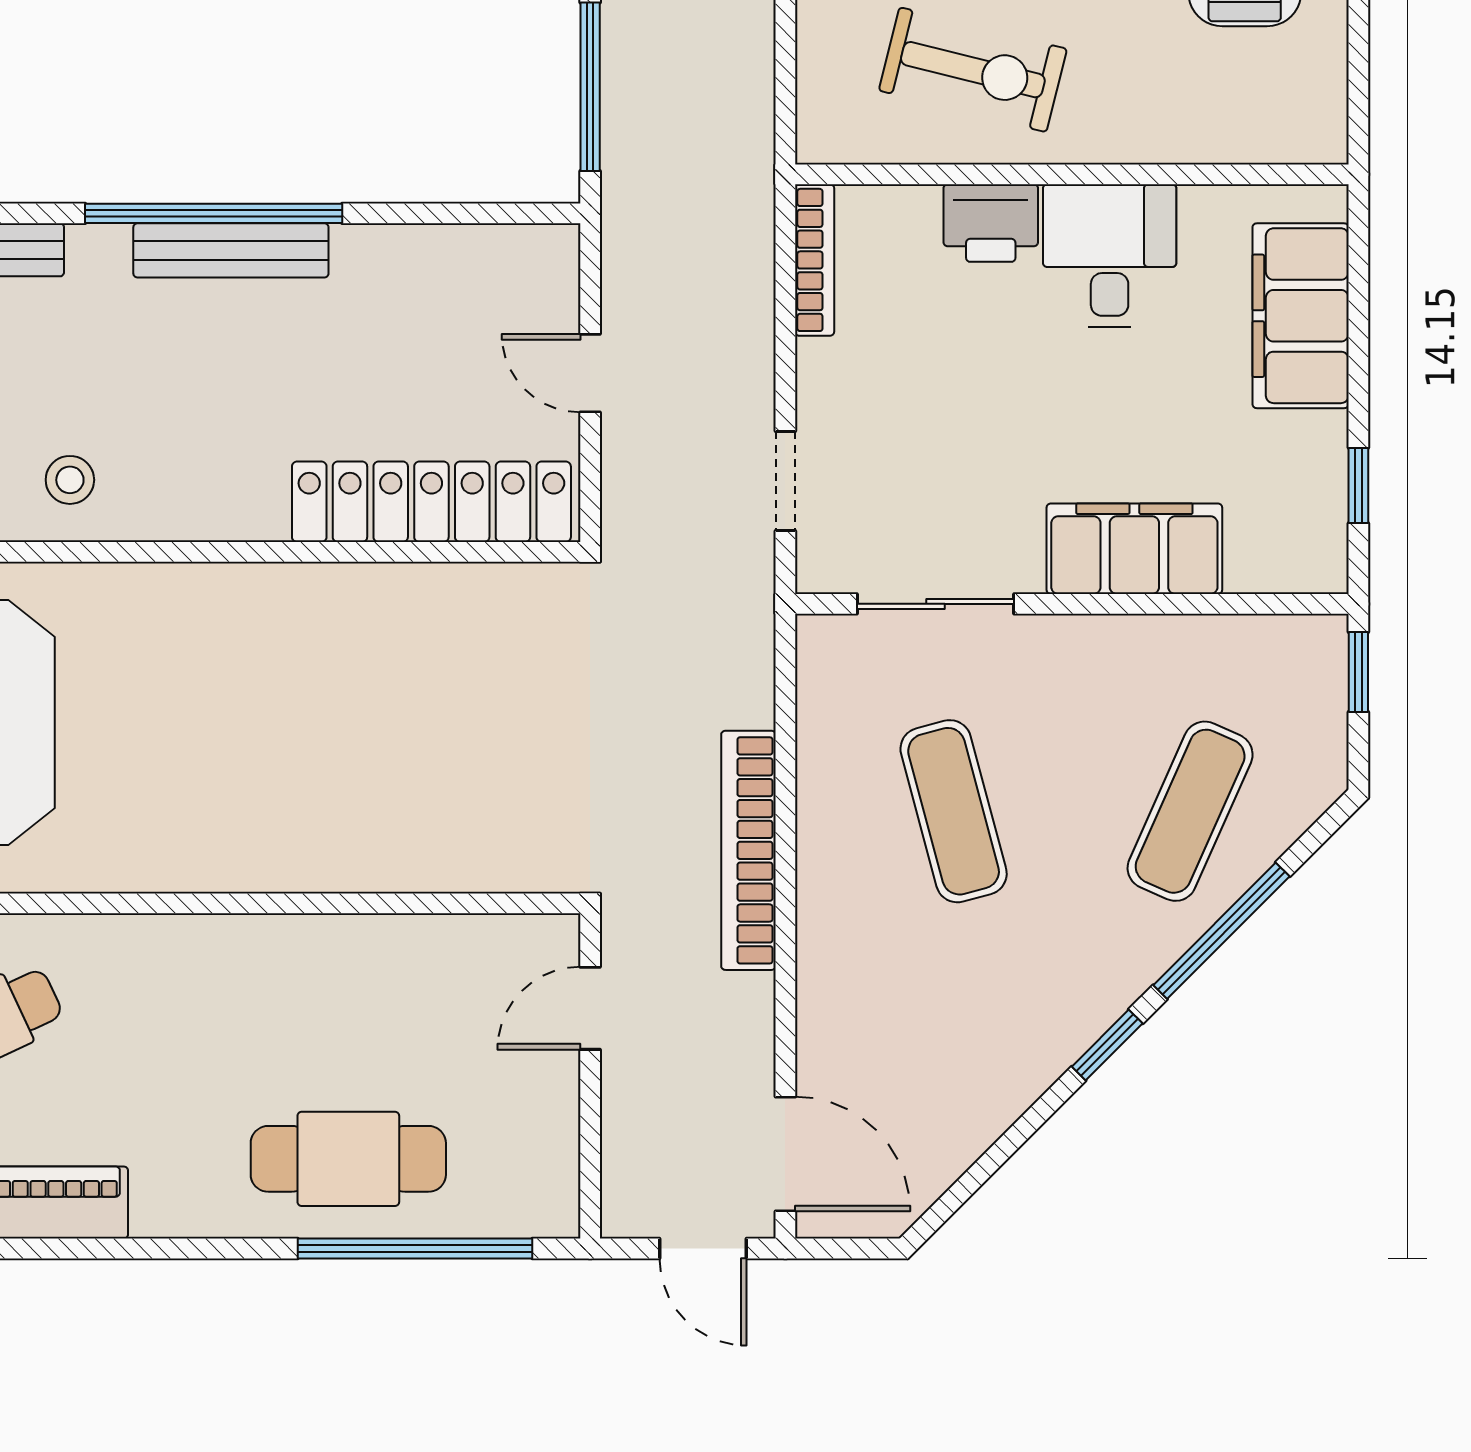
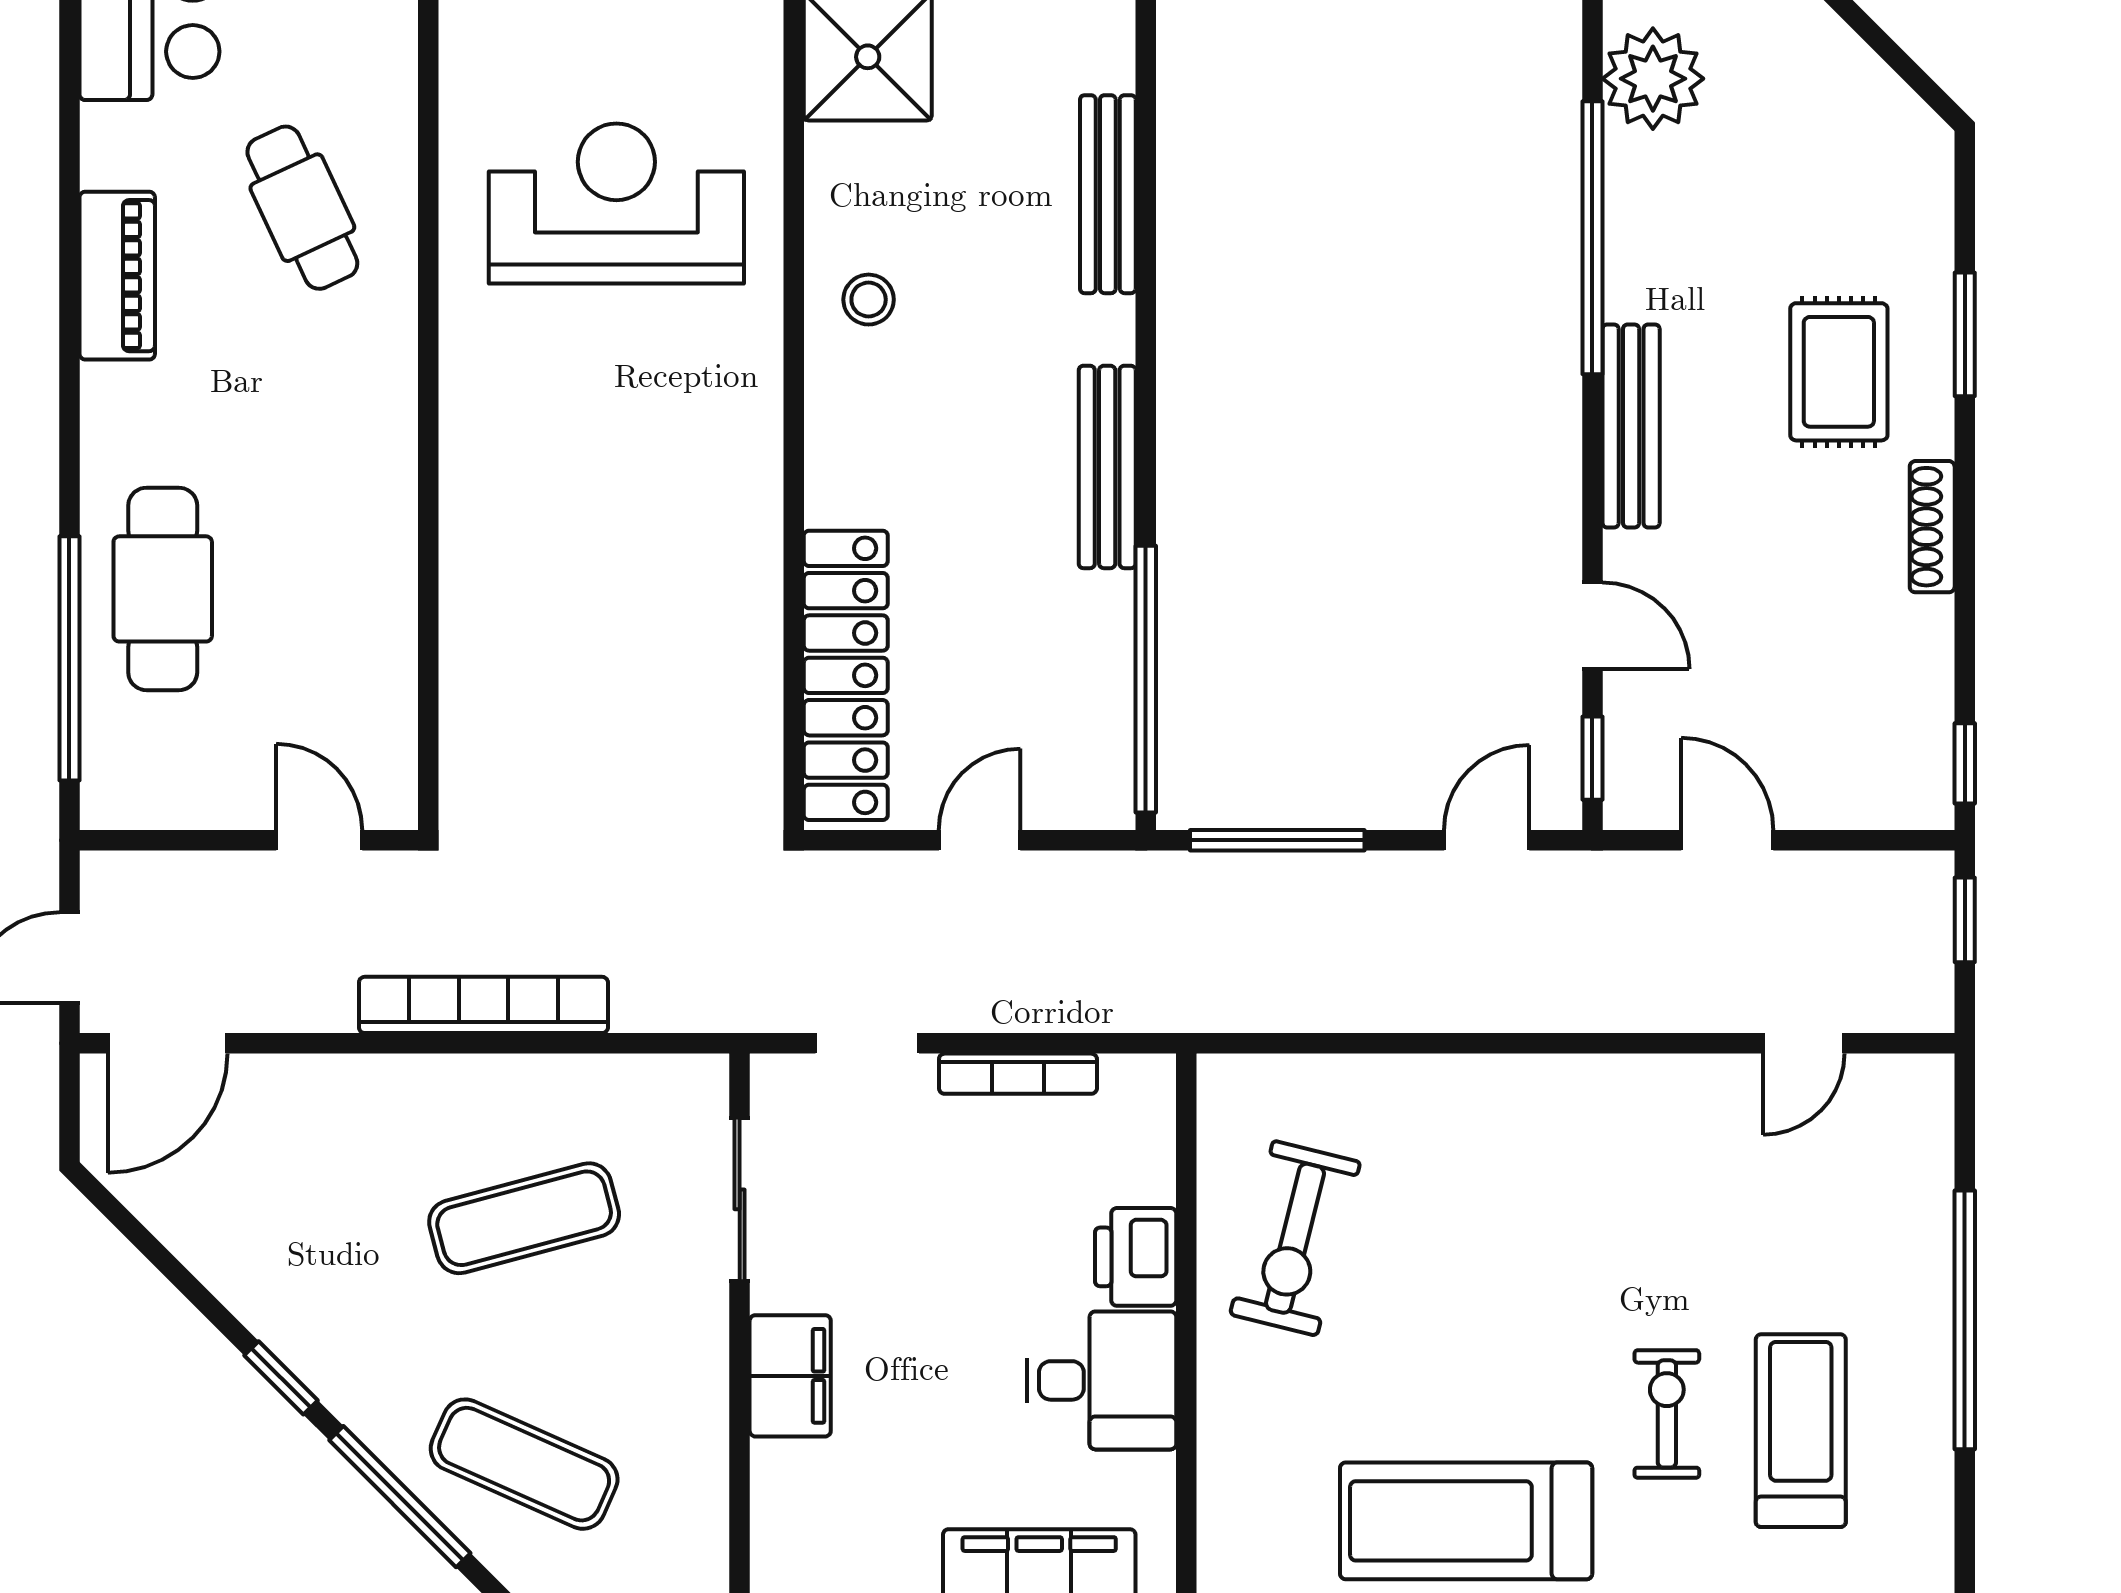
window: (214, 213) -> (1146, 679), moved
bookcase: (815, 260) -> (1018, 1074), moved
filing cabinet: (1134, 549) -> (790, 1376), width x0.67, depth x0.86

